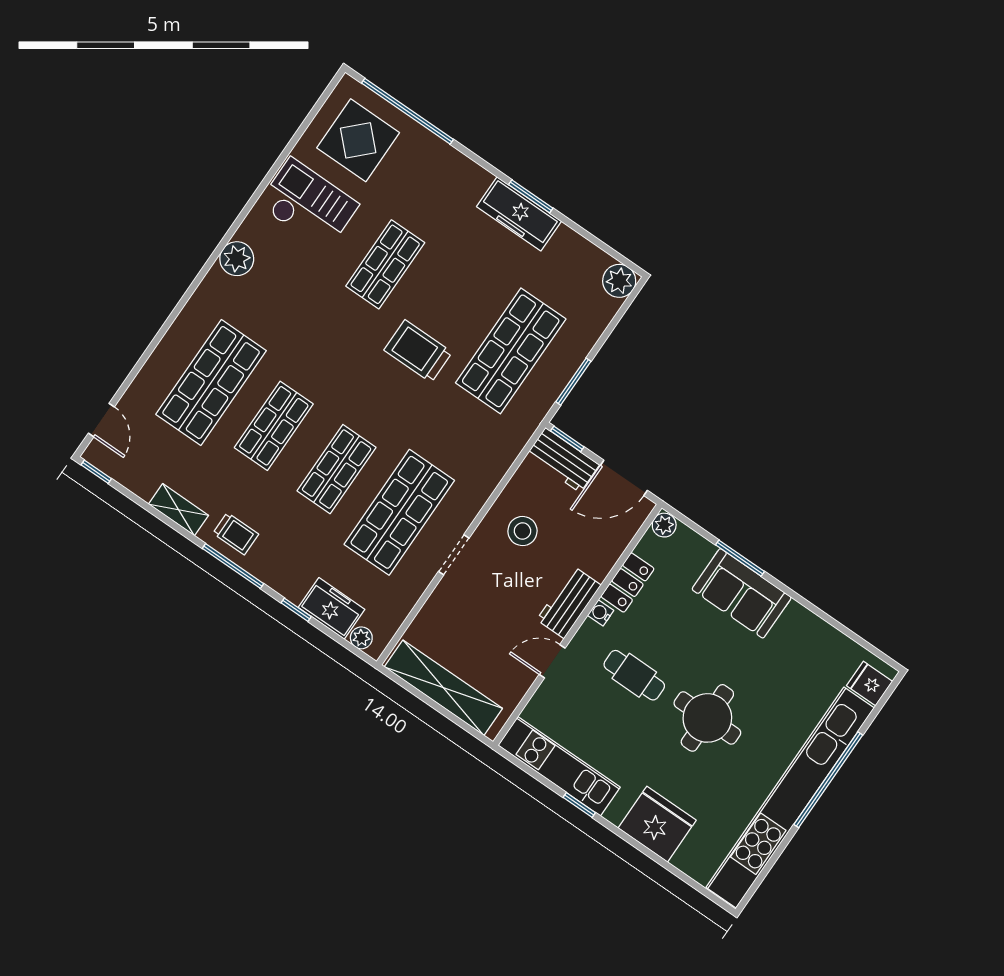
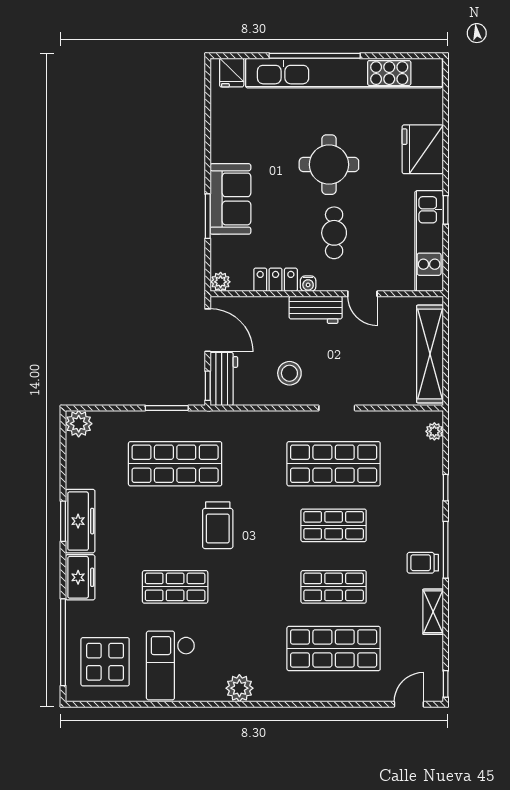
trolley: (236, 534) -> (423, 563), turned -90
freezer: (331, 608) -> (80, 577), moved, turned 180

